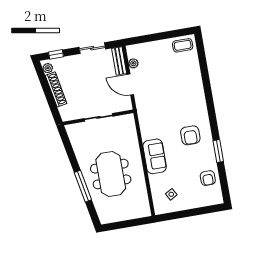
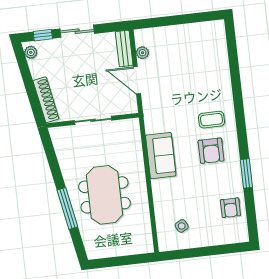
coffee table: (183, 45) -> (211, 120), moved
sliding door: (92, 48) -> (77, 31), moved
shoe rack: (56, 89) -> (46, 100), moved
sofa: (155, 156) -> (161, 156), moved

